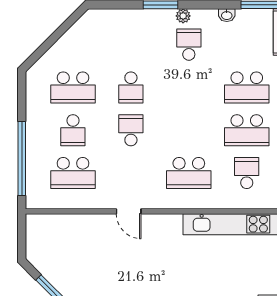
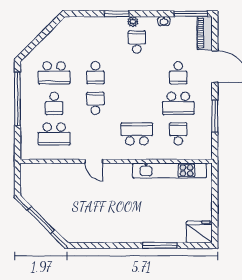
school desk: (247, 87) -> (178, 73), width x0.54
window: (22, 158) -> (17, 99), moved
school desk: (189, 173) -> (137, 134), turned 180

